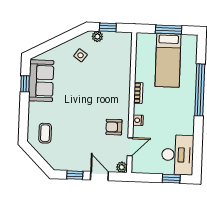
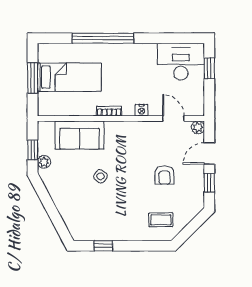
side table: (80, 55) -> (100, 176), moved
sofa: (41, 81) -> (80, 135), moved, turned 180
armchair: (114, 127) -> (165, 175), moved

